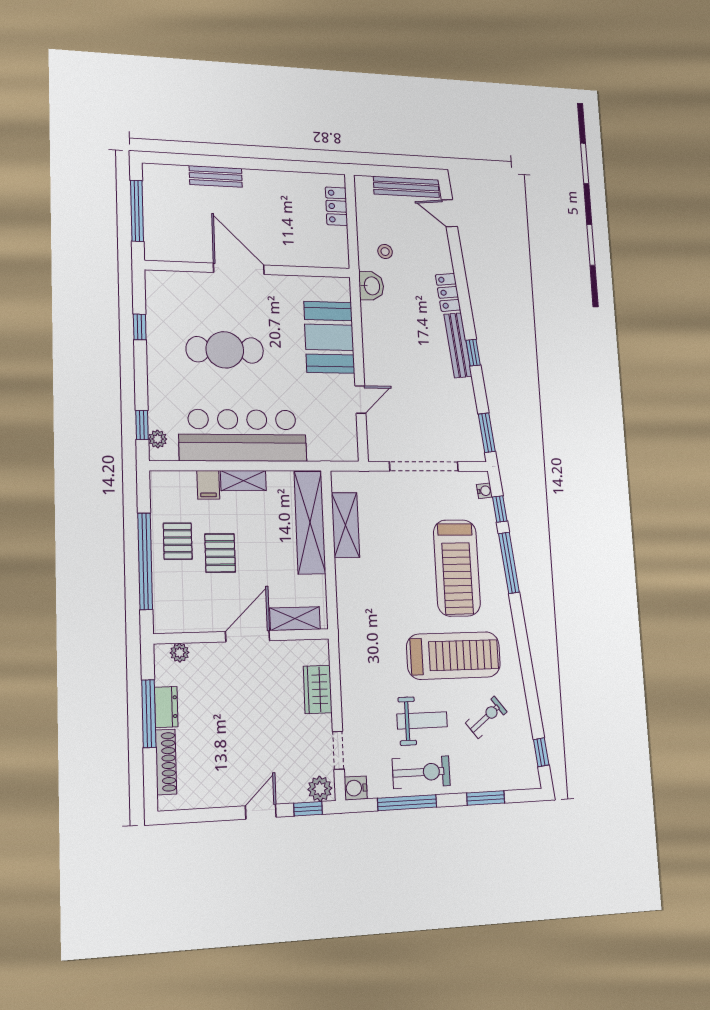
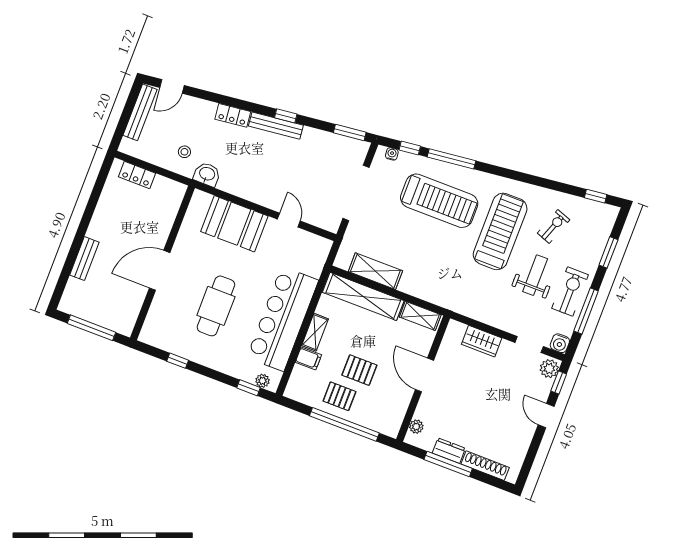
shelving: (295, 619) -> (420, 316), moved, turned 90
exercise bike: (486, 717) -> (553, 226), turned 58

